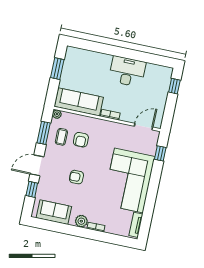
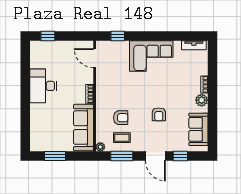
corner sofa: (129, 180) -> (151, 56), width x0.73, depth x0.74

